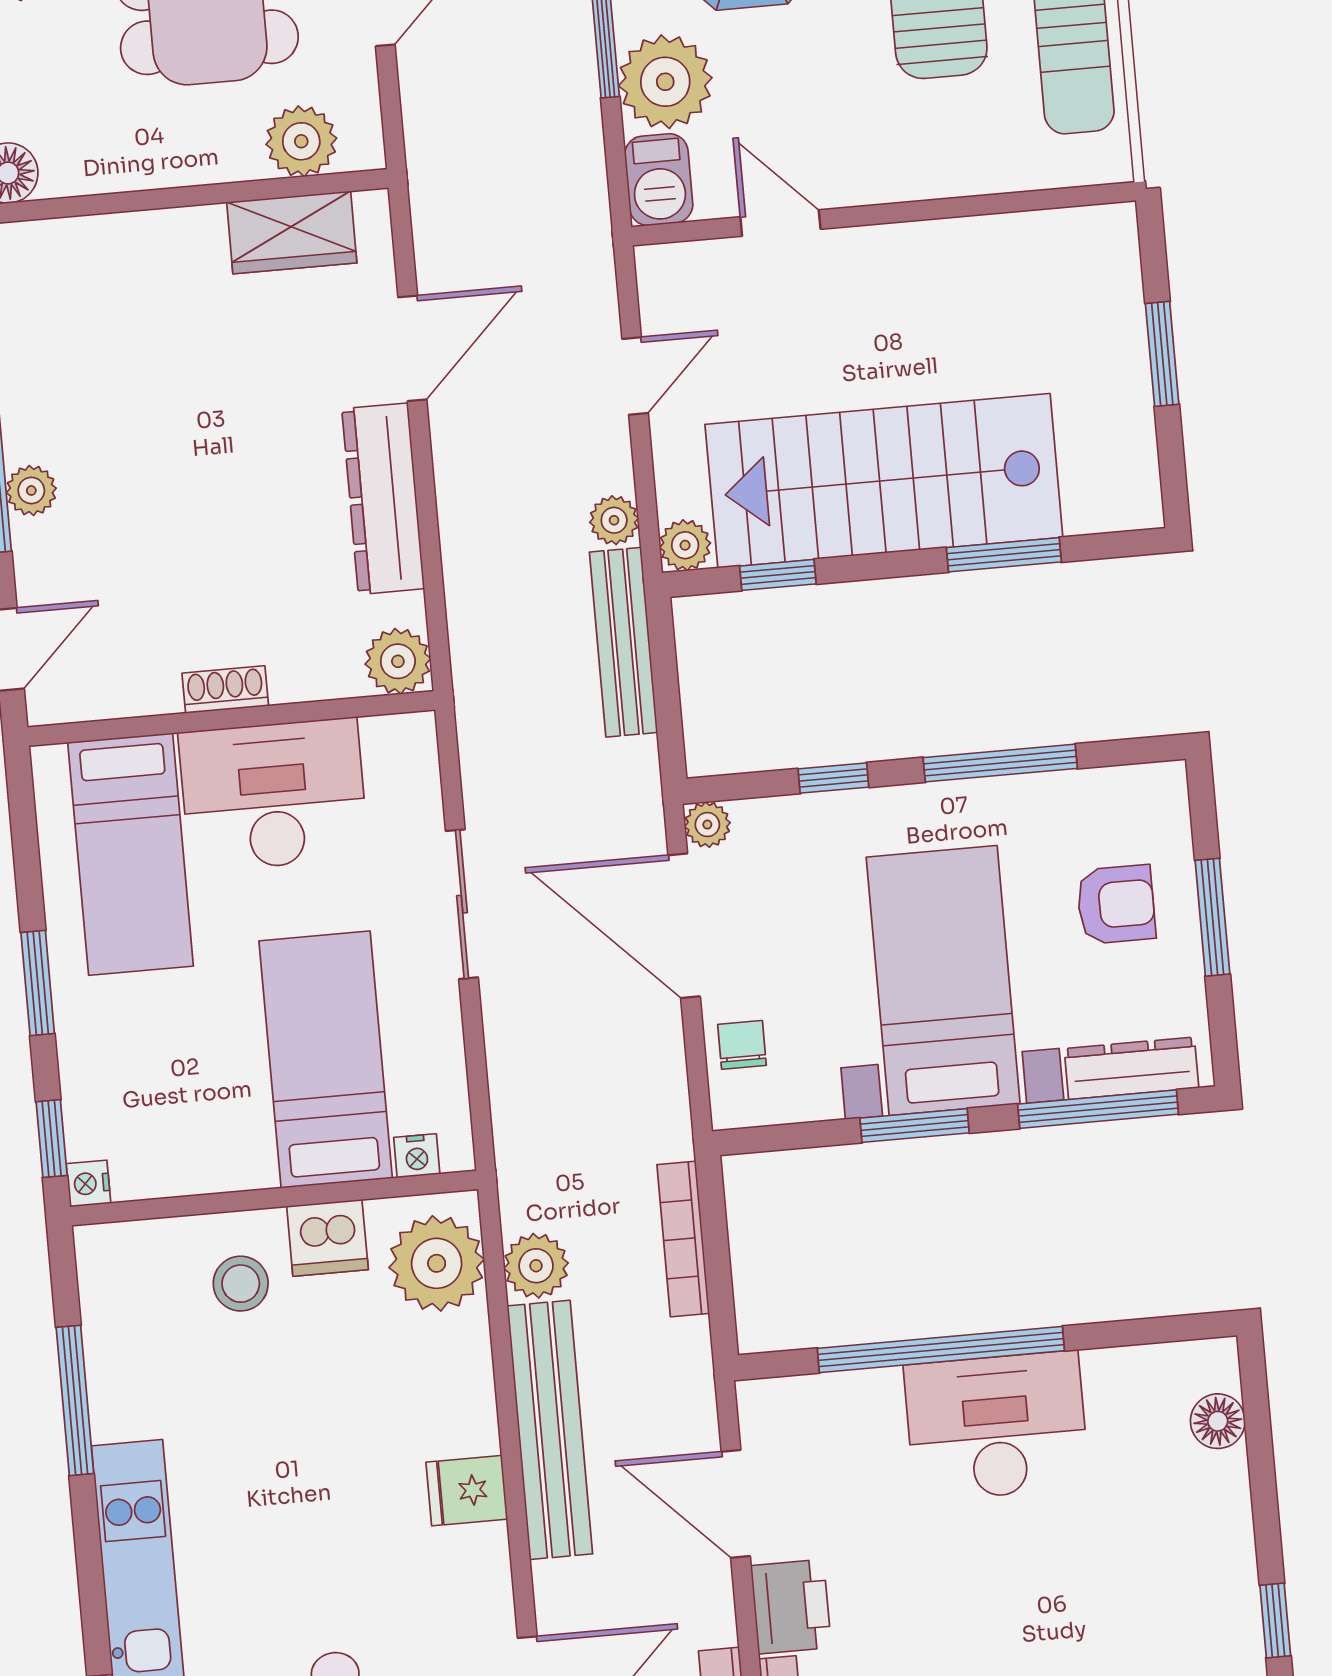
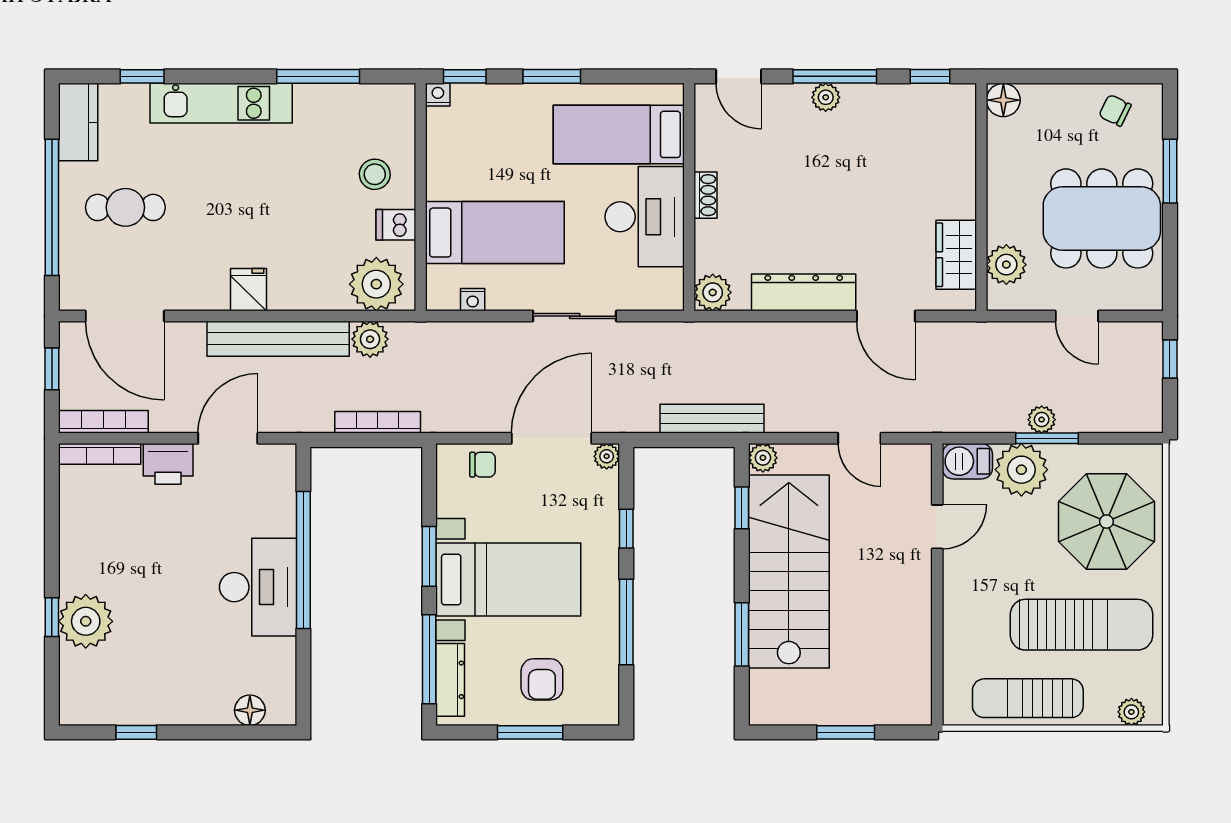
plant: (614, 520) -> (1042, 420), moved
nightstand: (417, 1156) -> (473, 300), moved, turned -90
dishwasher: (327, 1238) -> (396, 225), width x0.73

